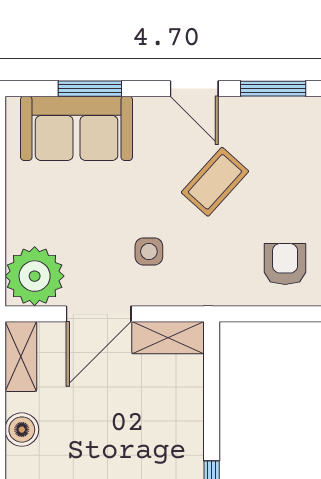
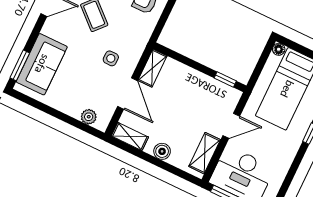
window: (90, 89) -> (20, 65), moved
plant: (35, 276) -> (89, 117), width x0.53, depth x0.53

